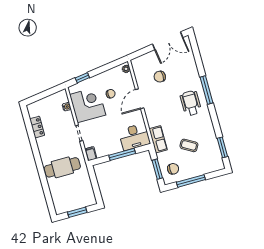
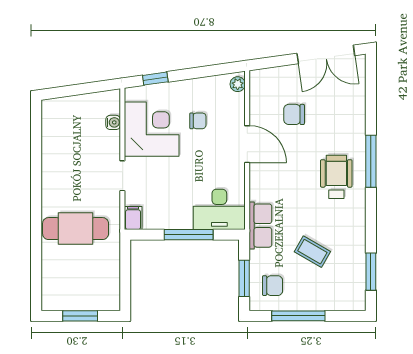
door: (140, 99) -> (247, 144), swing flipped
locker: (37, 127) -> (50, 144), removed

